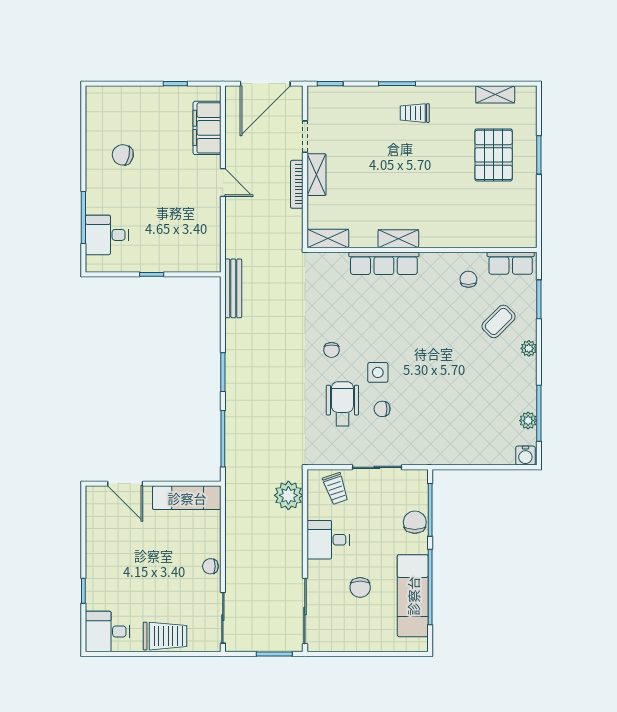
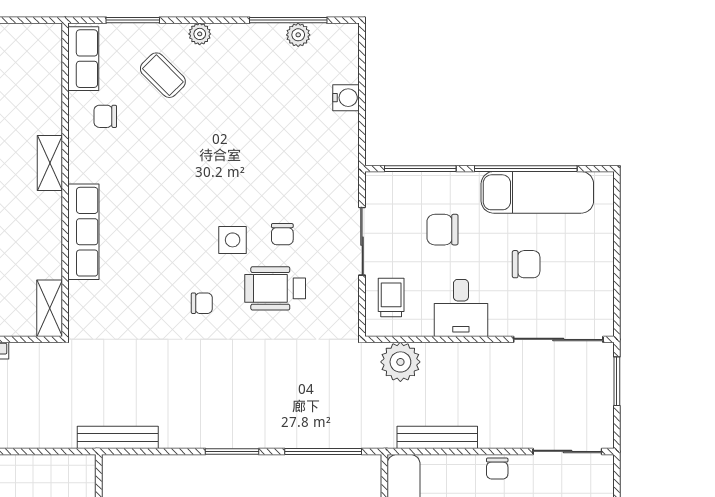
shelving: (398, 239) -> (50, 163), moved
water cooler: (525, 456) -> (346, 98), moved
trolley: (336, 489) -> (391, 298), turned -71
bench: (233, 522) -> (437, 437), added
chair: (415, 522) -> (443, 230), moved

